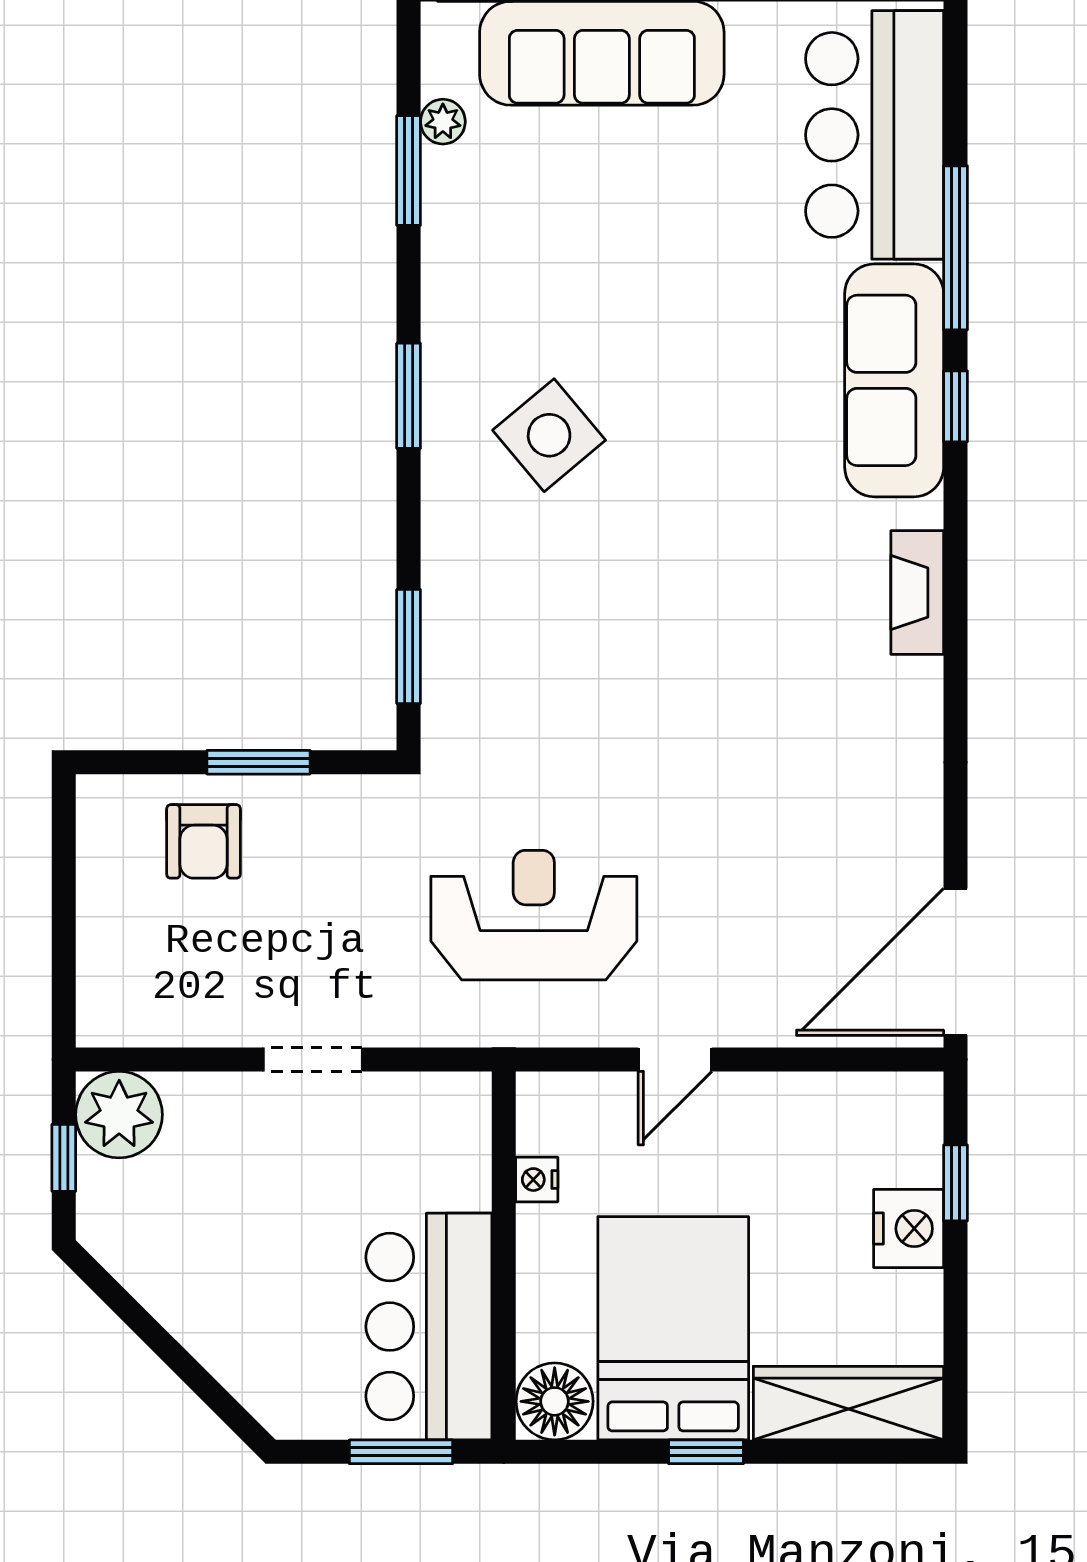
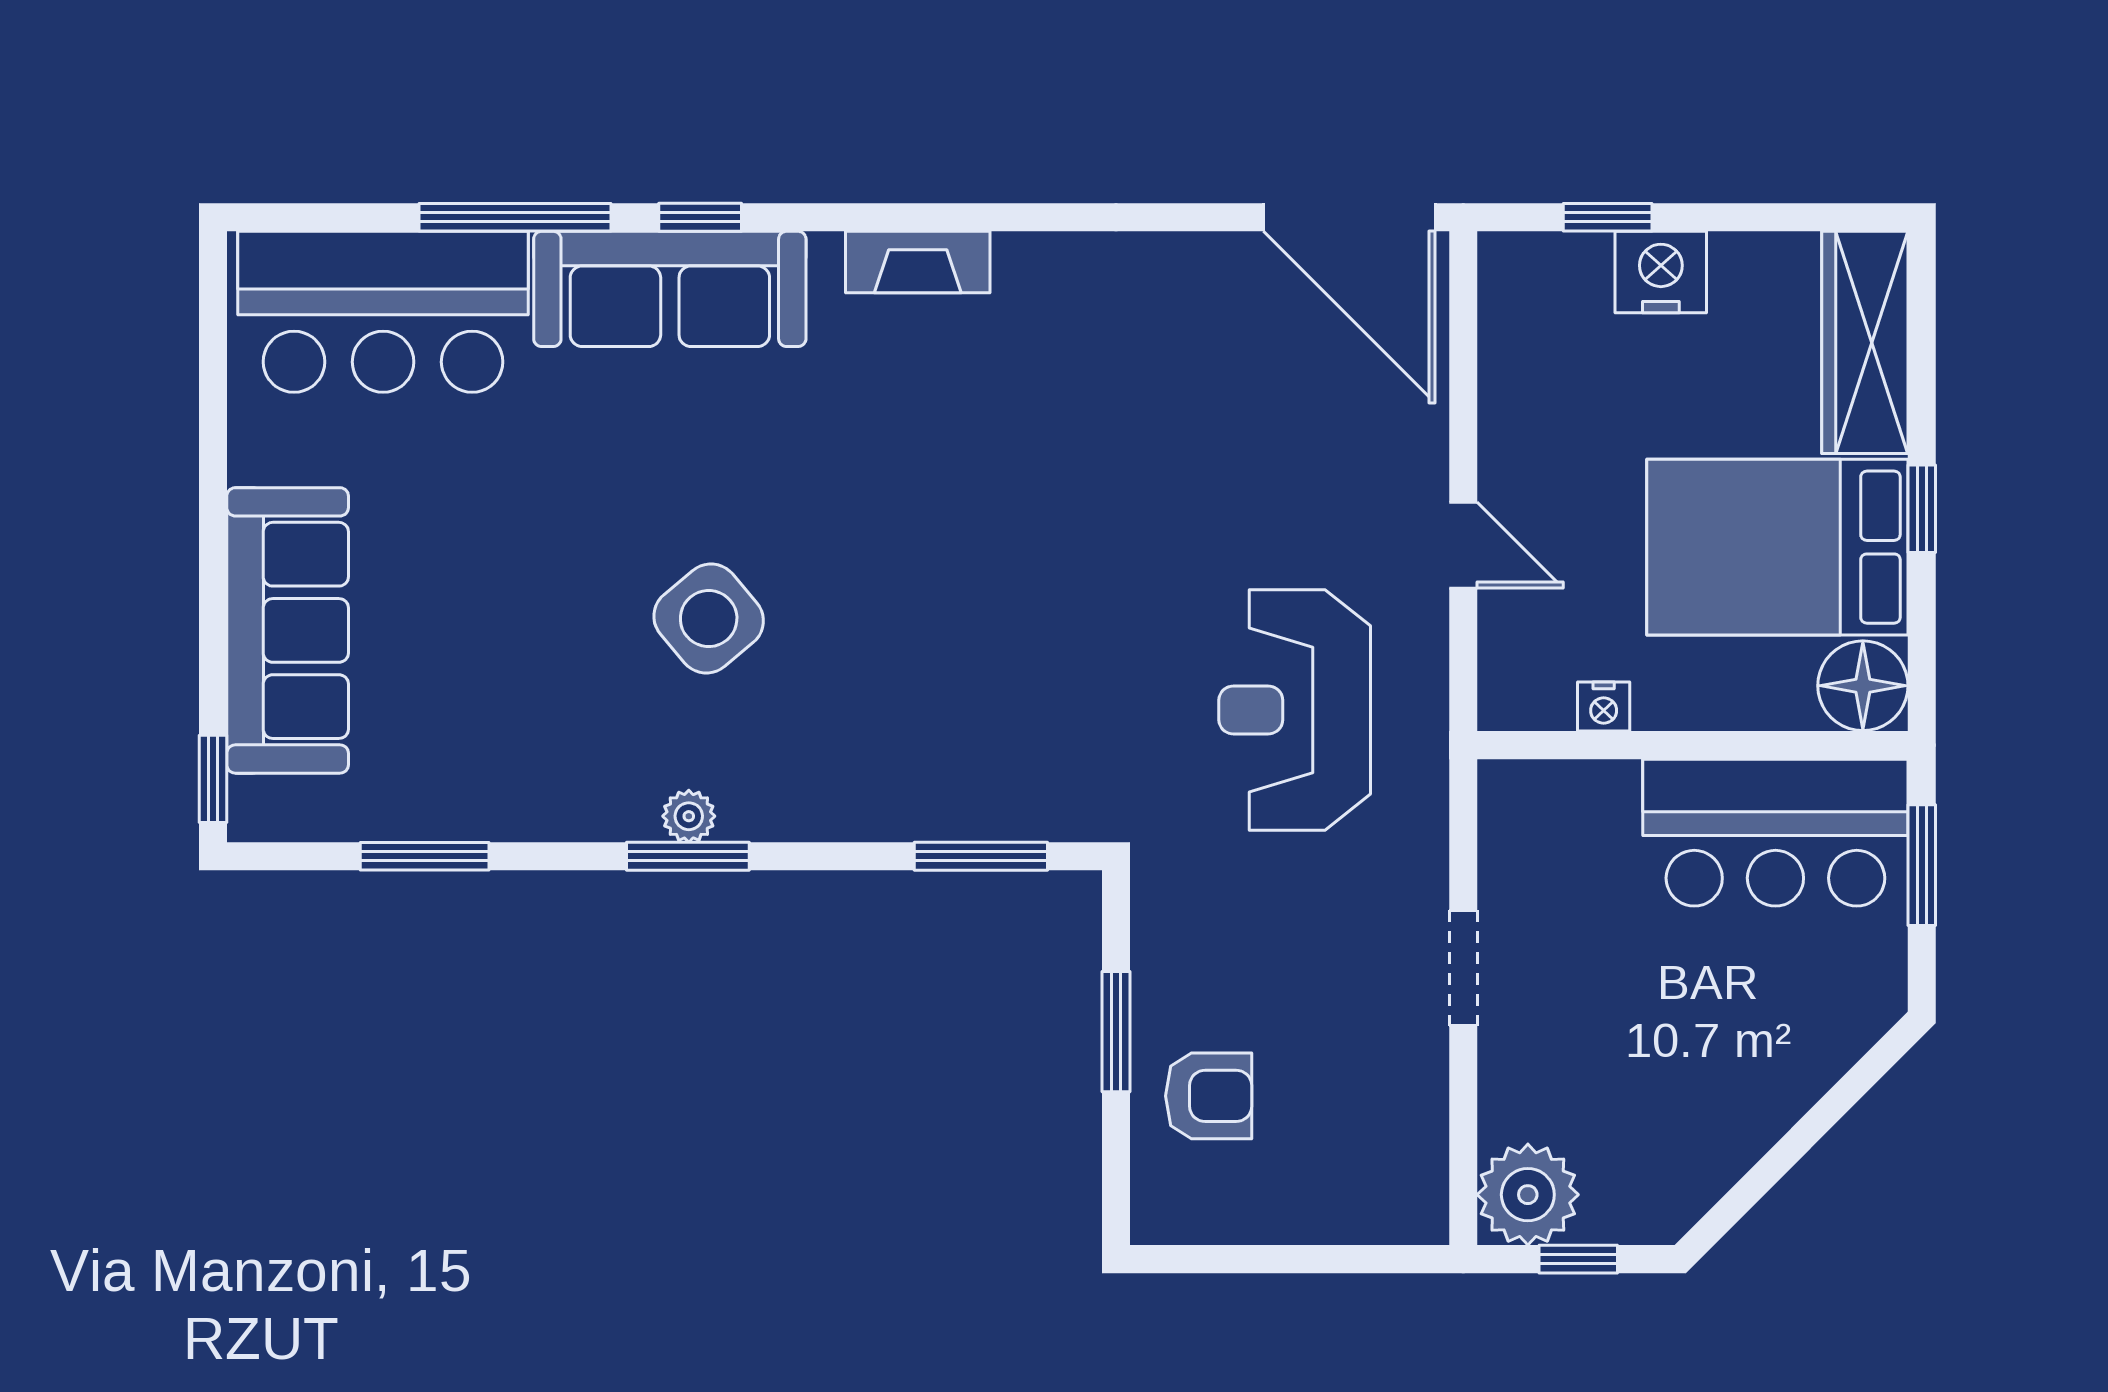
plant: (443, 122) -> (689, 816), moved
side table: (549, 435) -> (709, 619), moved

